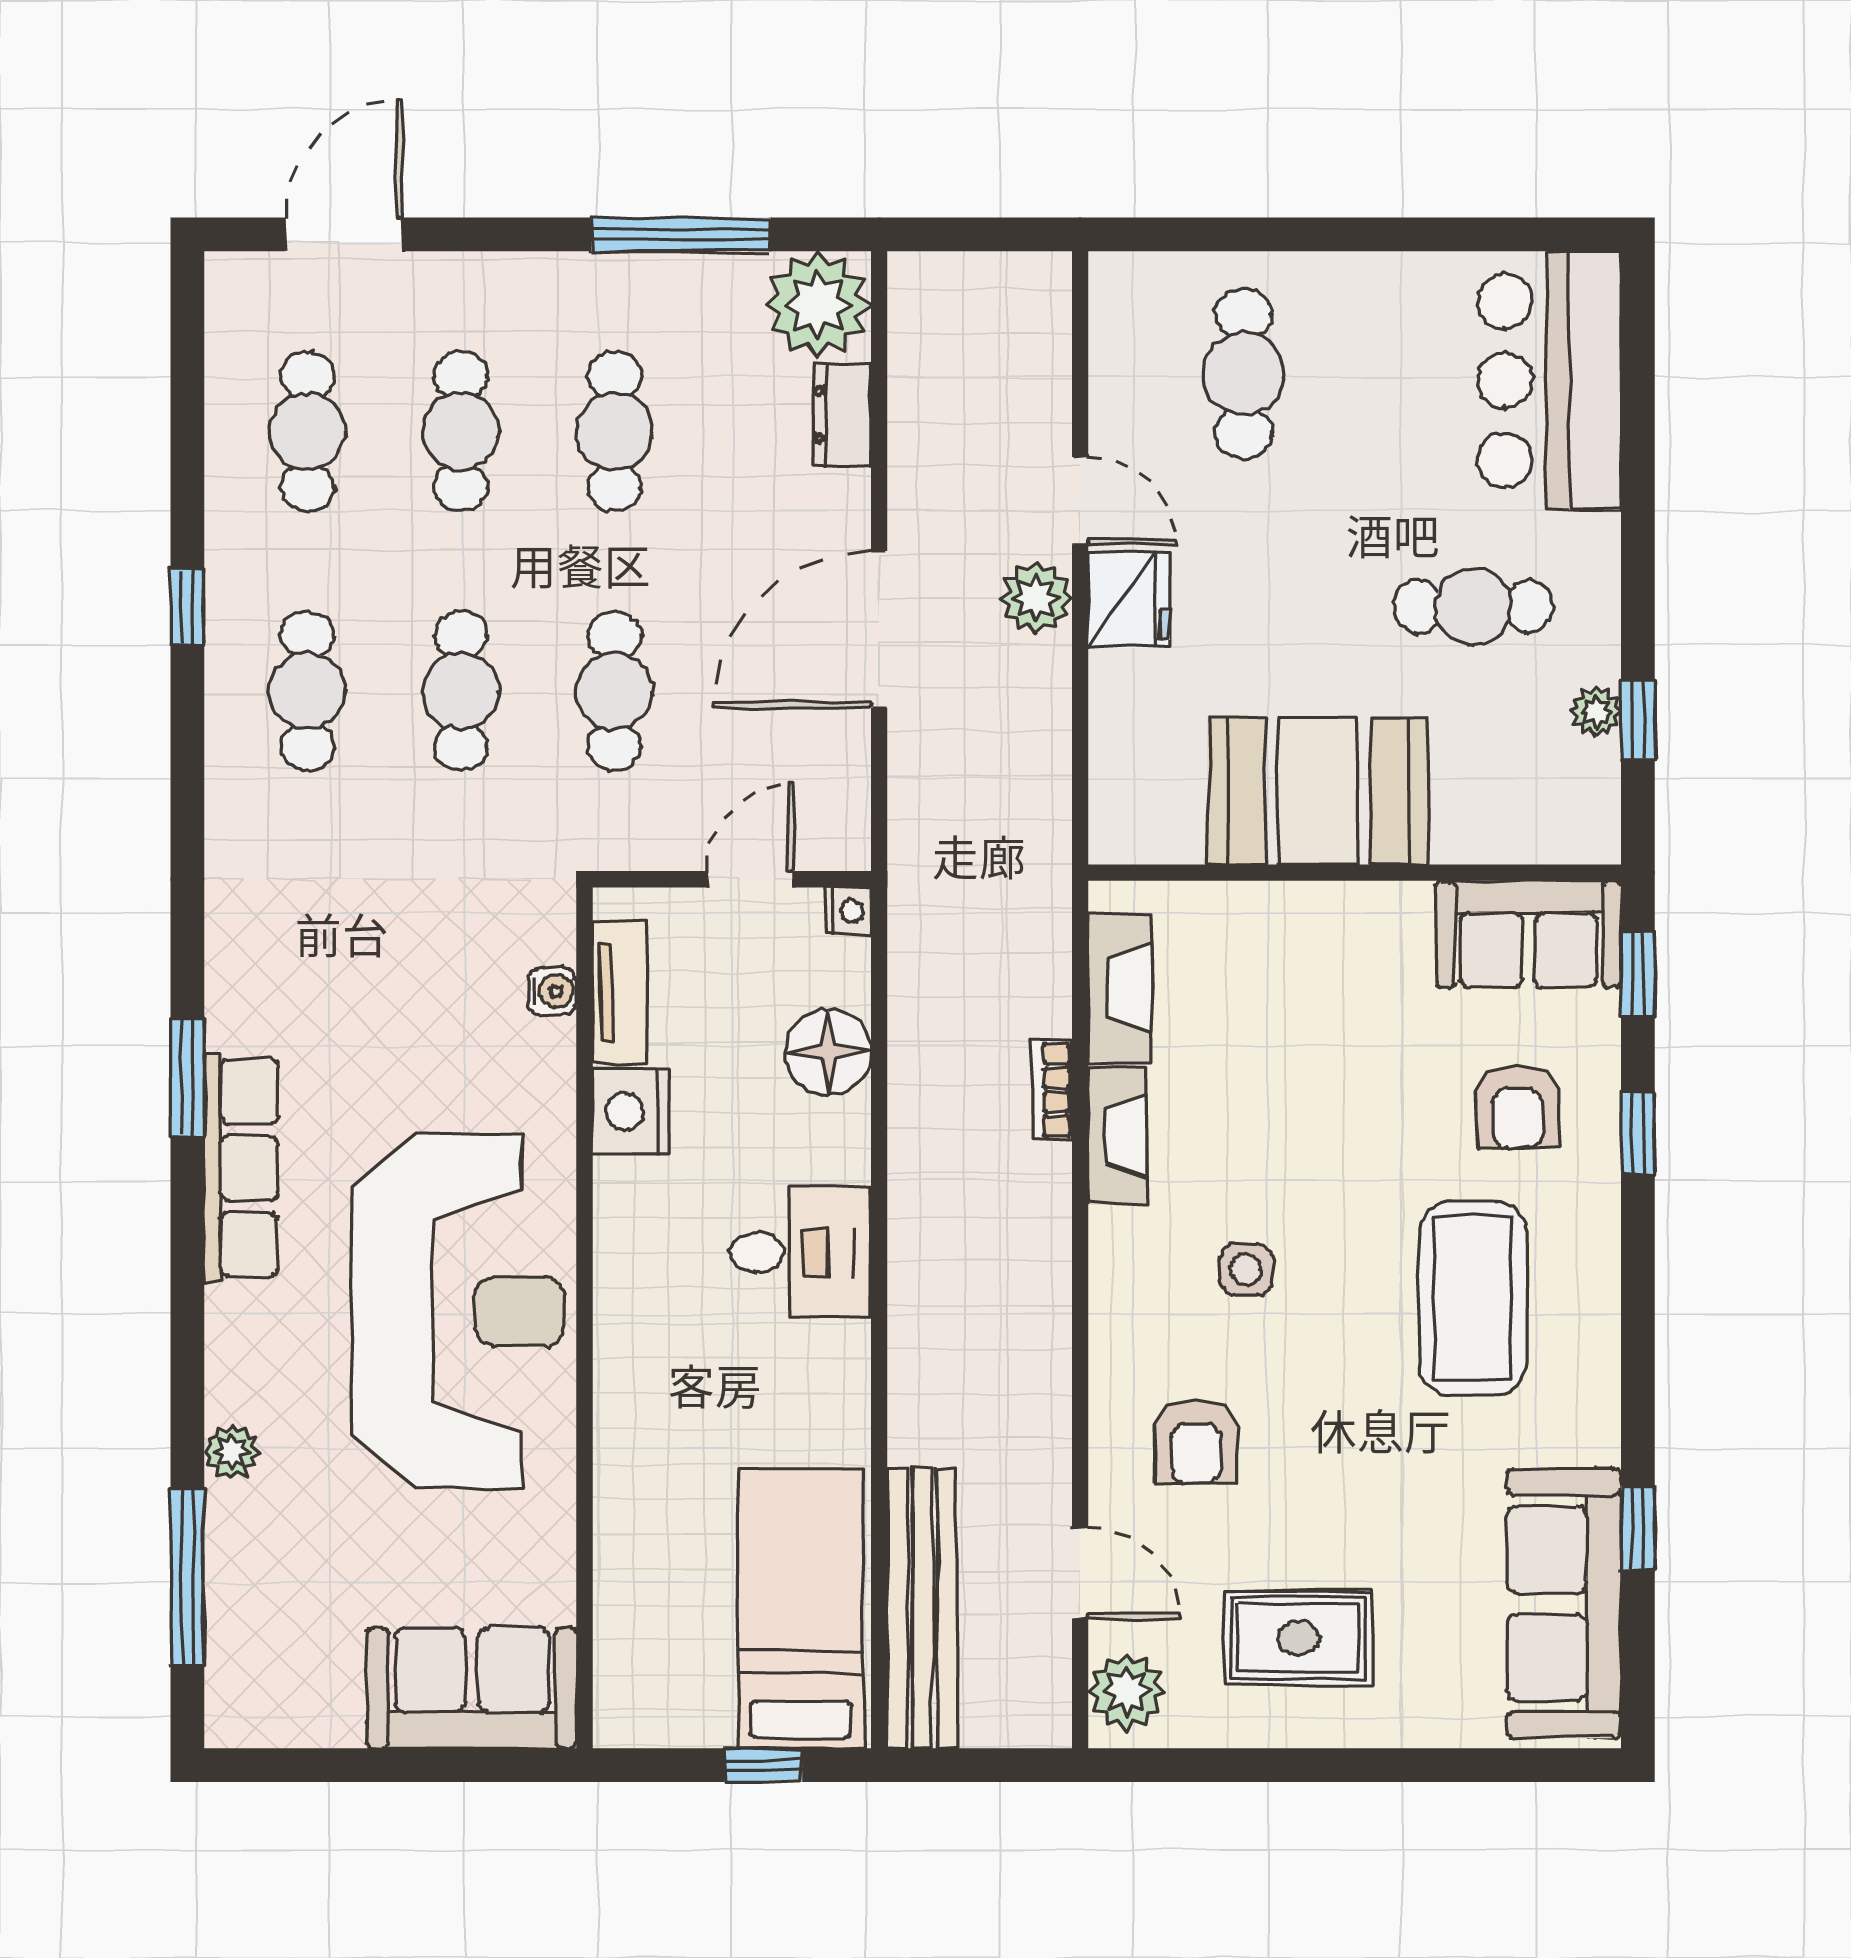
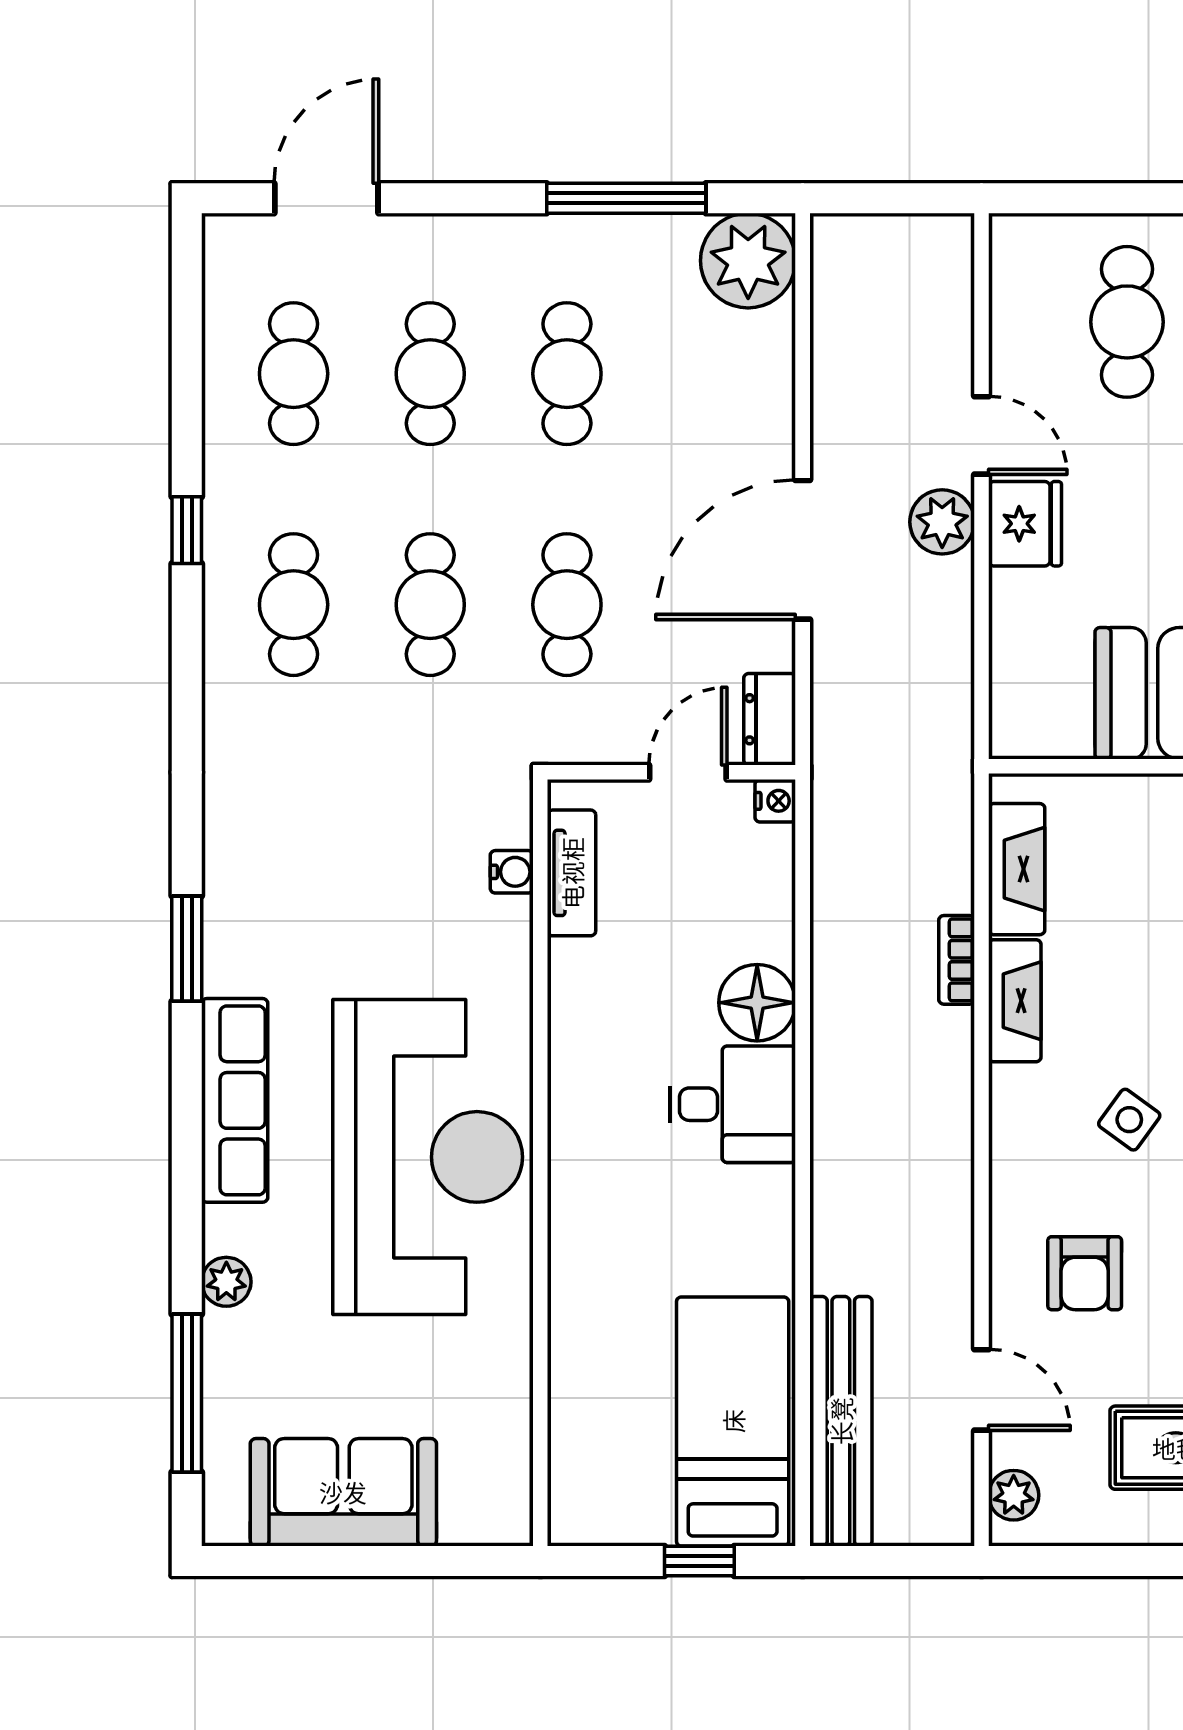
dresser: (842, 415) -> (770, 719), moved
floor lamp: (828, 1052) -> (757, 1003), moved
nightstand: (631, 1111) -> (582, 979), removed
row of seats: (241, 1168) -> (235, 1100), moved
side table: (1246, 1269) -> (1129, 1120), turned 36
sofa: (472, 1688) -> (343, 1492), moved
plant: (1127, 1691) -> (1014, 1495), width x0.73, depth x0.73

